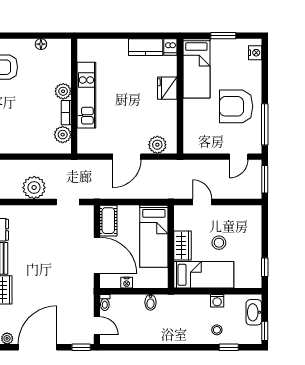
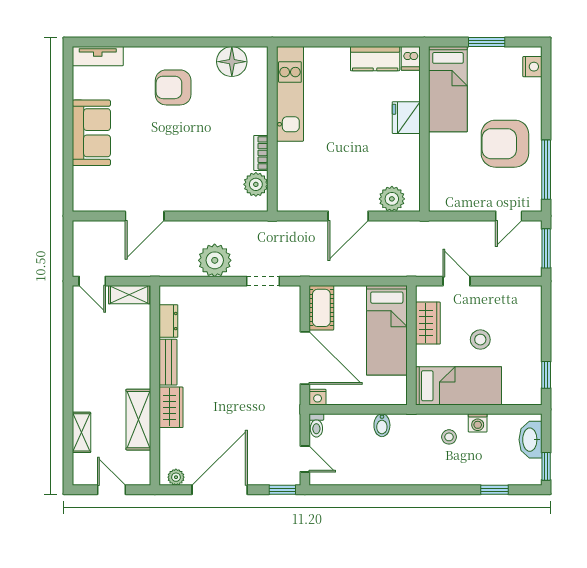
floor lamp: (41, 44) -> (232, 62), width x1.89, depth x1.89
plant: (63, 91) -> (256, 122), removed
kitchen unit: (86, 95) -> (290, 94), moved
wardrobe: (182, 246) -> (428, 323), moved
nightstand: (127, 283) -> (318, 397), moved
stool: (217, 330) -> (449, 437), moved

